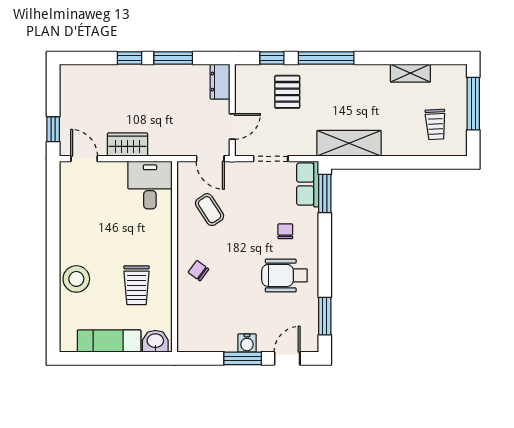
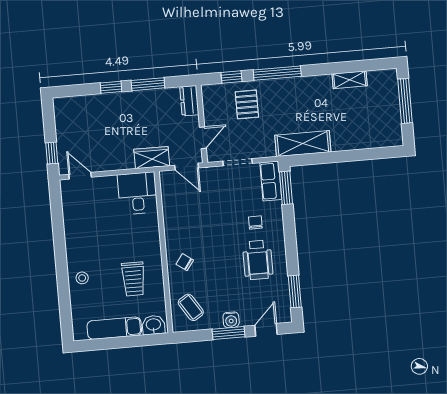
trolley: (436, 124) -> (375, 121), removed
wardrobe: (127, 145) -> (152, 158), moved
coffee table: (210, 210) -> (191, 307), moved
wheelchair: (284, 275) -> (258, 260), turned -90
stool: (76, 279) -> (82, 278), width x0.53, depth x0.53

